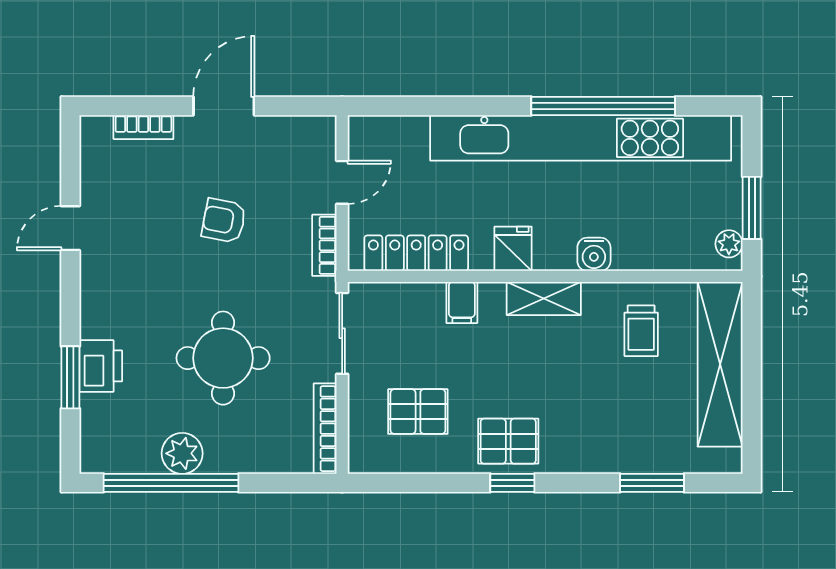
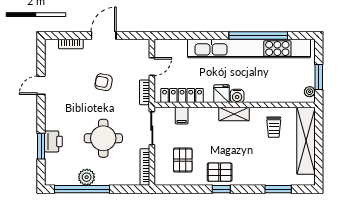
water cooler: (594, 254) -> (237, 96), moved
filing cabinet: (462, 302) -> (182, 116), moved
pallet: (418, 412) -> (183, 160), turned 90

